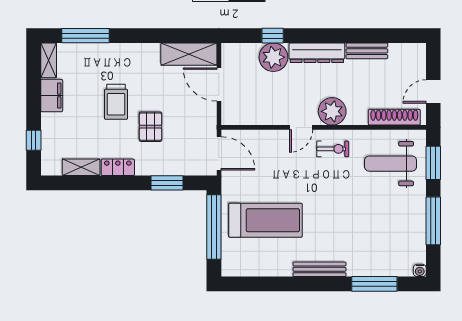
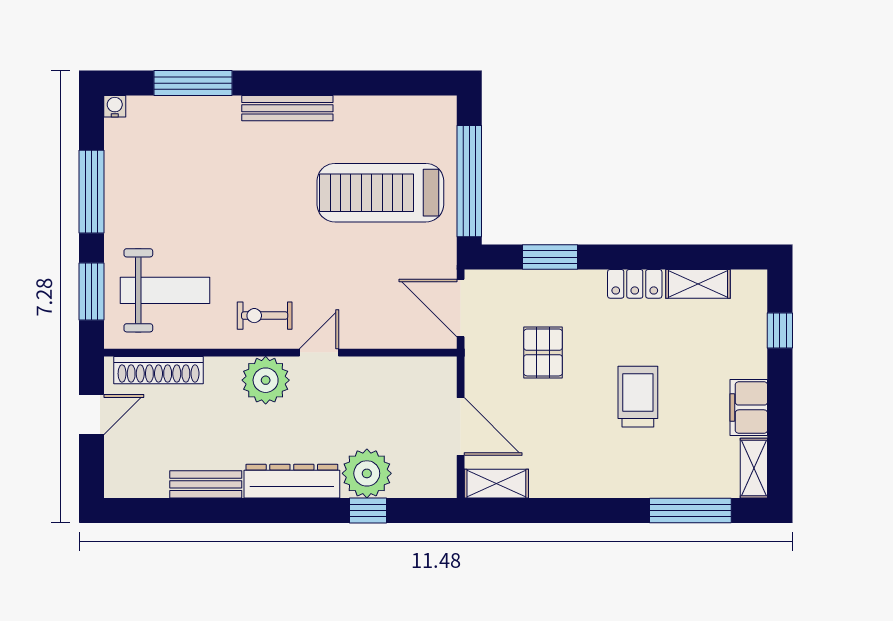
shelving: (189, 54) -> (496, 484), width x0.67, depth x0.75
pallet: (150, 127) -> (543, 352), moved

